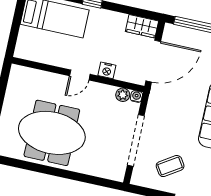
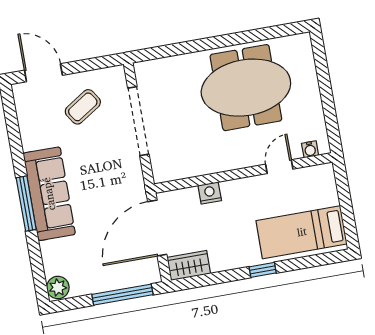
door: (80, 75) -> (279, 167), moved
plant: (123, 95) -> (178, 171), removed
water cooler: (136, 96) -> (310, 149), moved

